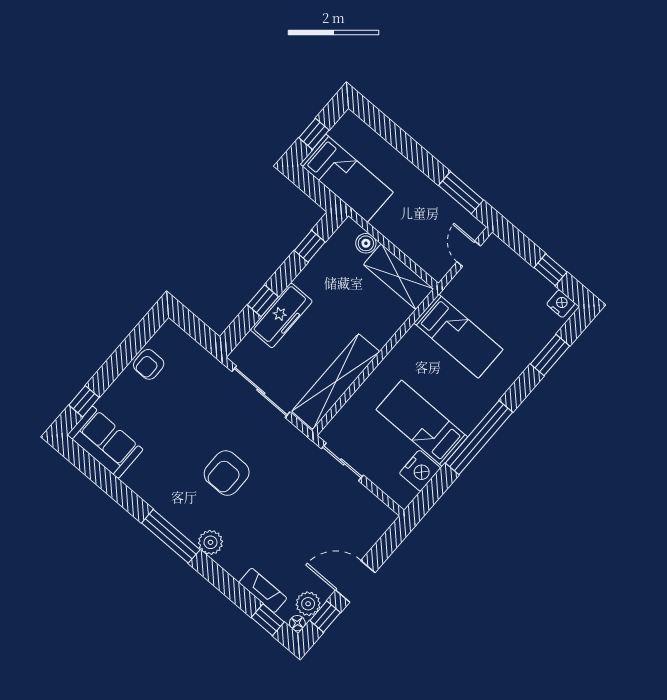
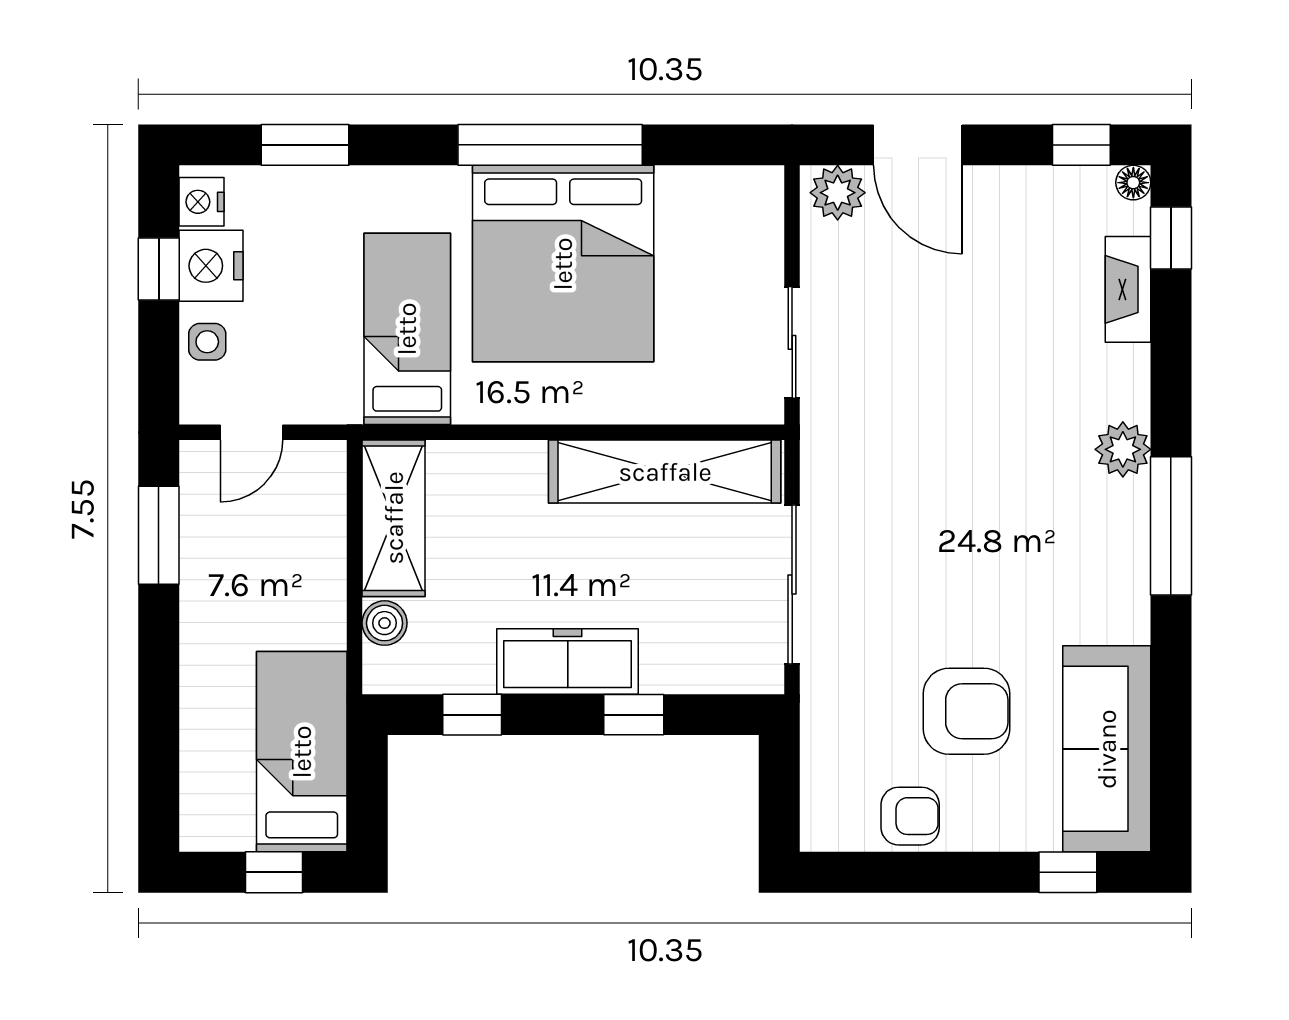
side table: (512, 265) -> (207, 342), added
freezer: (281, 315) -> (568, 661), moved
bed: (422, 423) -> (563, 264), width x2.04
sofa: (105, 442) -> (1107, 749), width x1.36
nightstand: (420, 471) -> (211, 266), moved, turned -90
armchair: (227, 473) -> (966, 711), moved
door: (355, 581) -> (918, 145), moved
plant: (308, 604) -> (838, 193), moved

